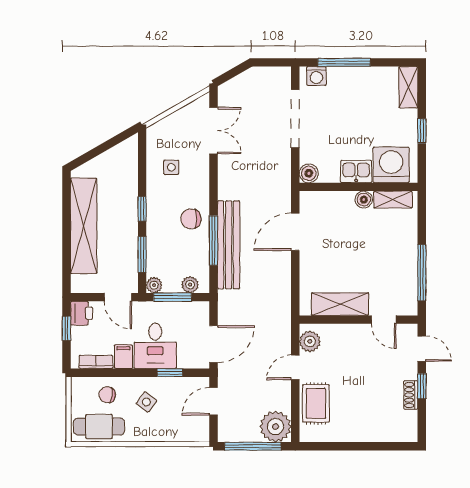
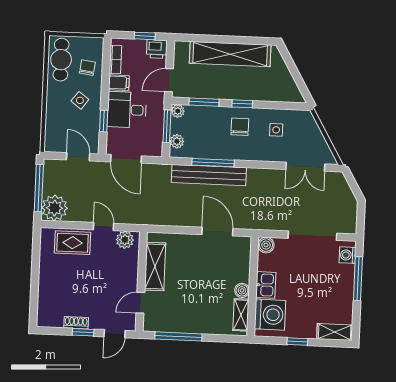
chair: (191, 219) -> (240, 127), moved

